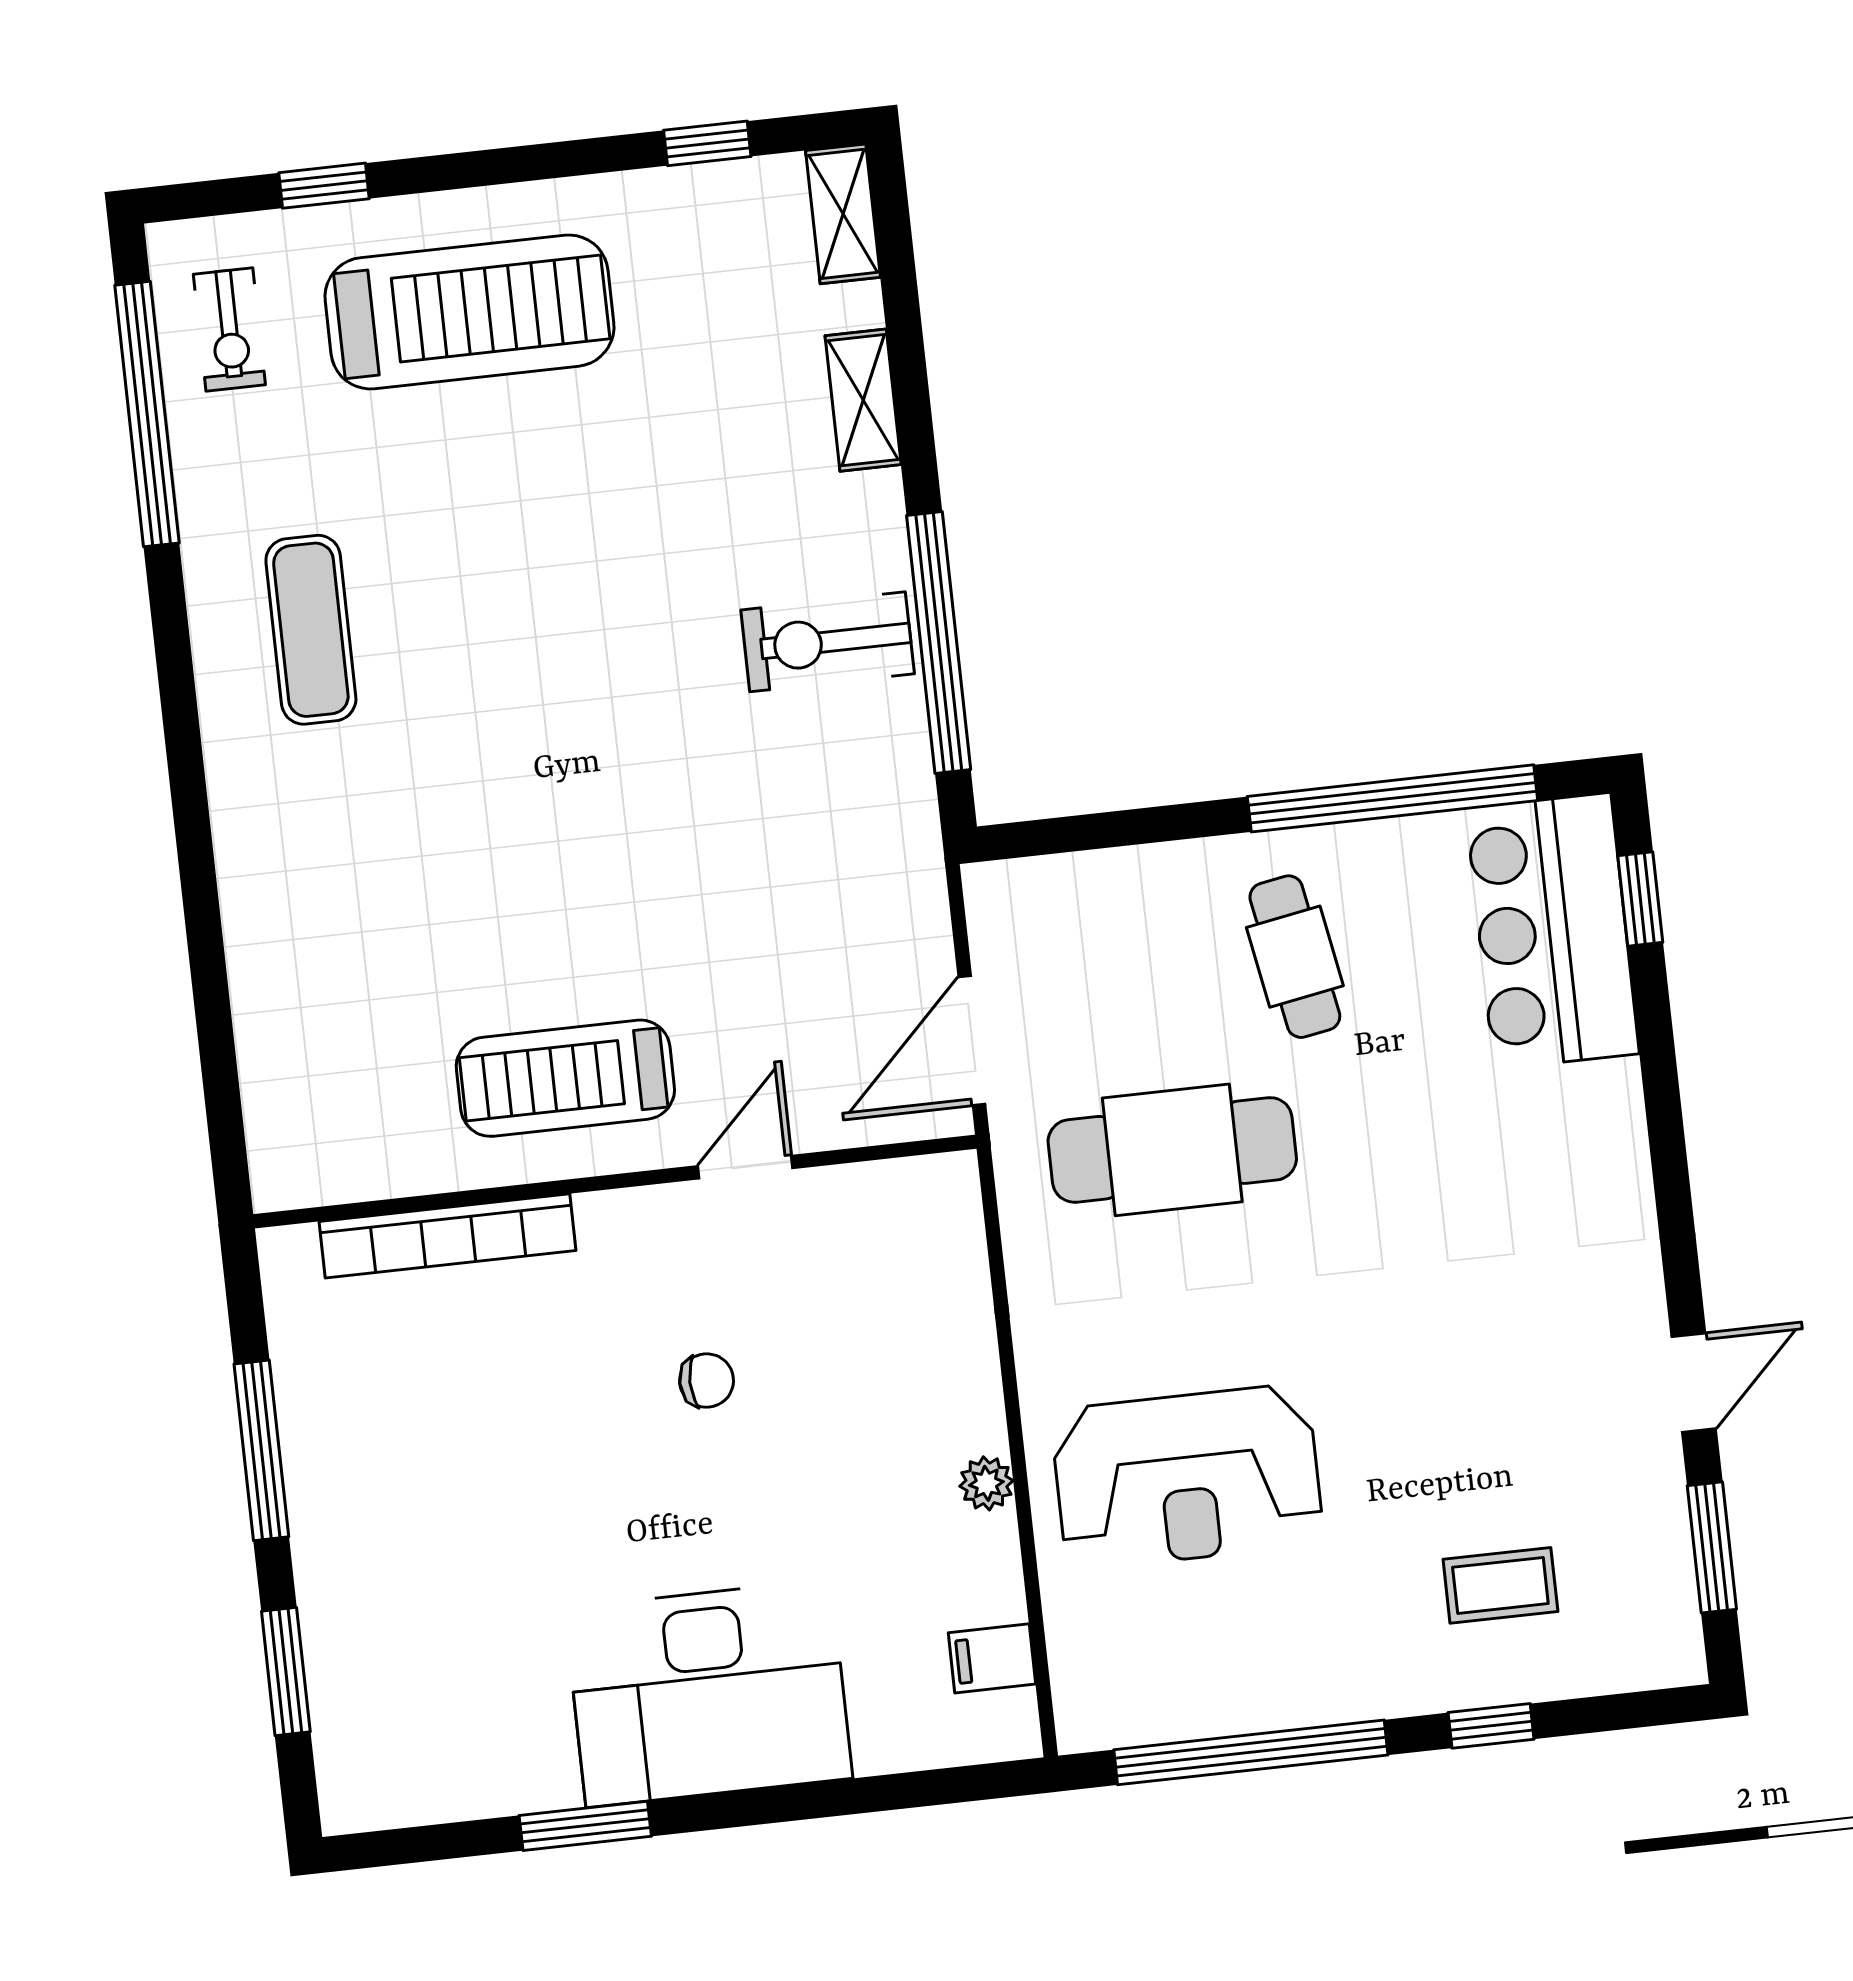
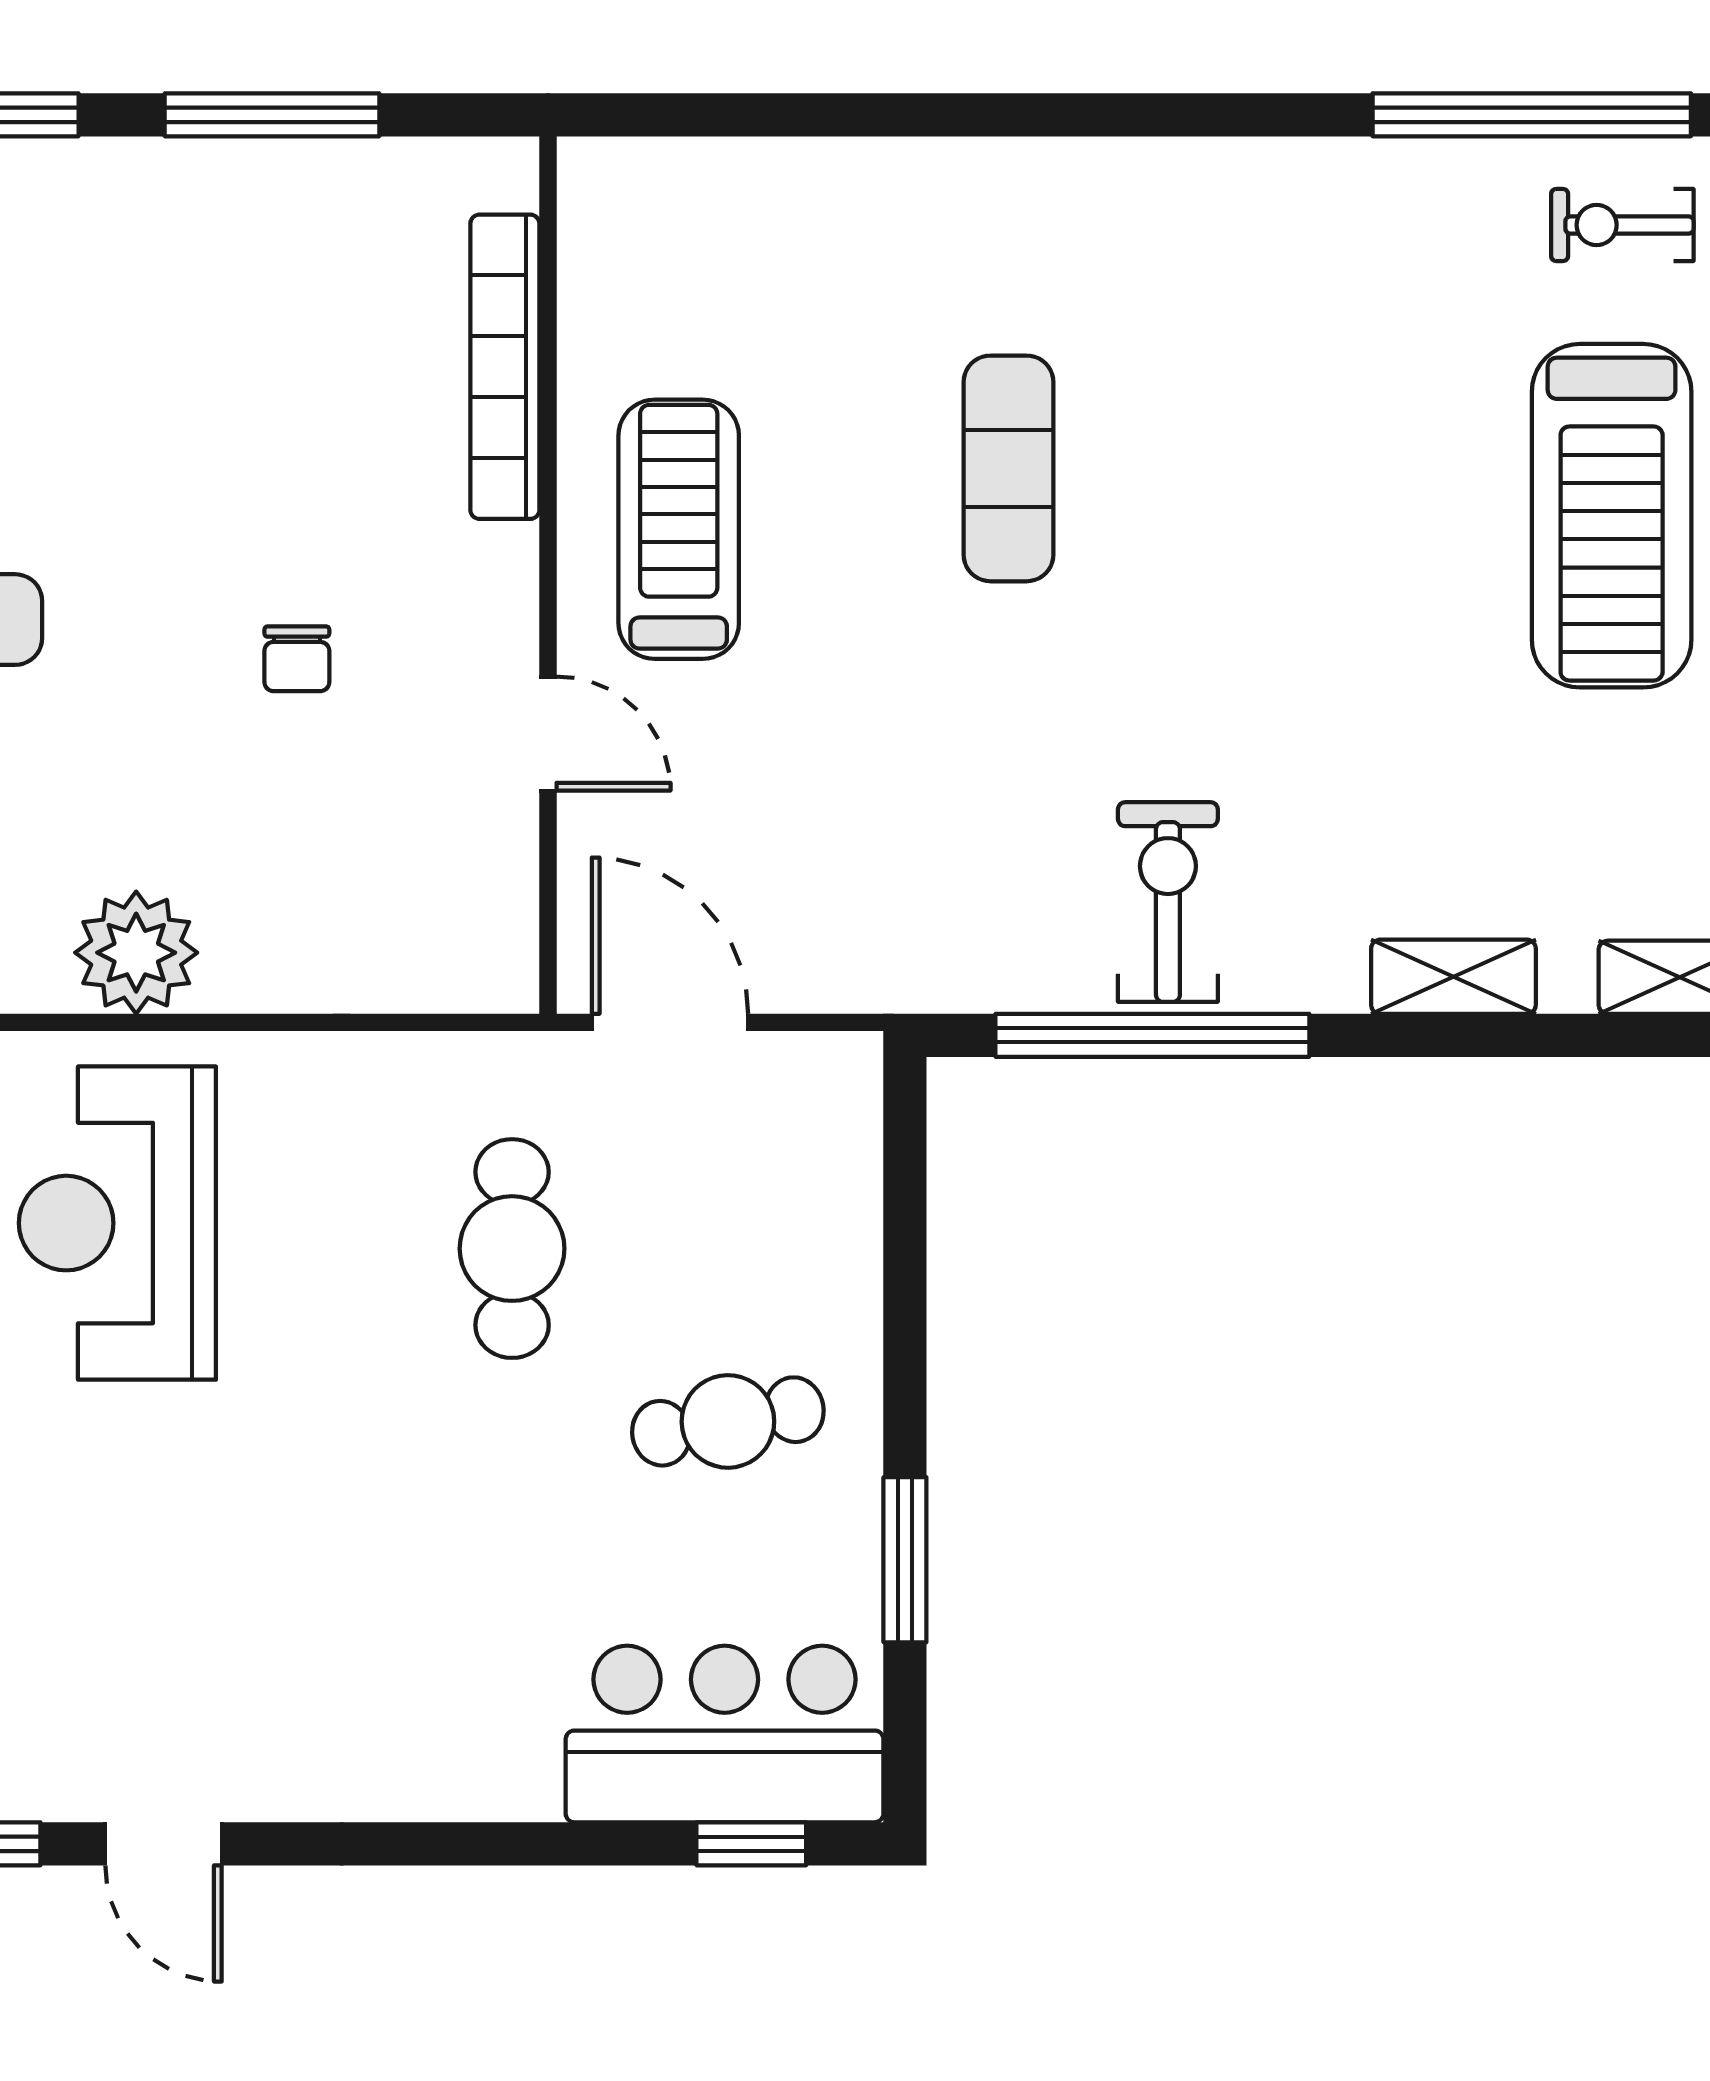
exercise mat: (311, 630) -> (1009, 468), moved, turned 90
window: (1393, 798) -> (905, 1560), width x0.47
cafe table: (1172, 1150) -> (512, 1249), width x0.73, depth x0.74
plant: (986, 1483) -> (136, 953), width x1.88, depth x1.88

